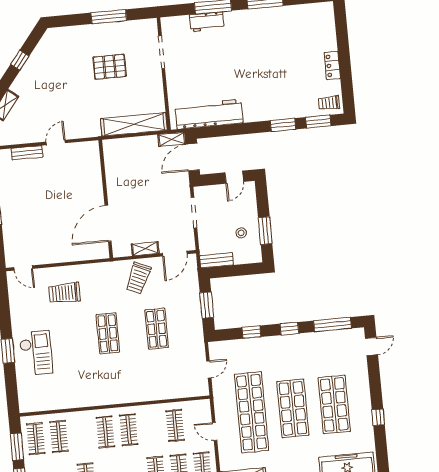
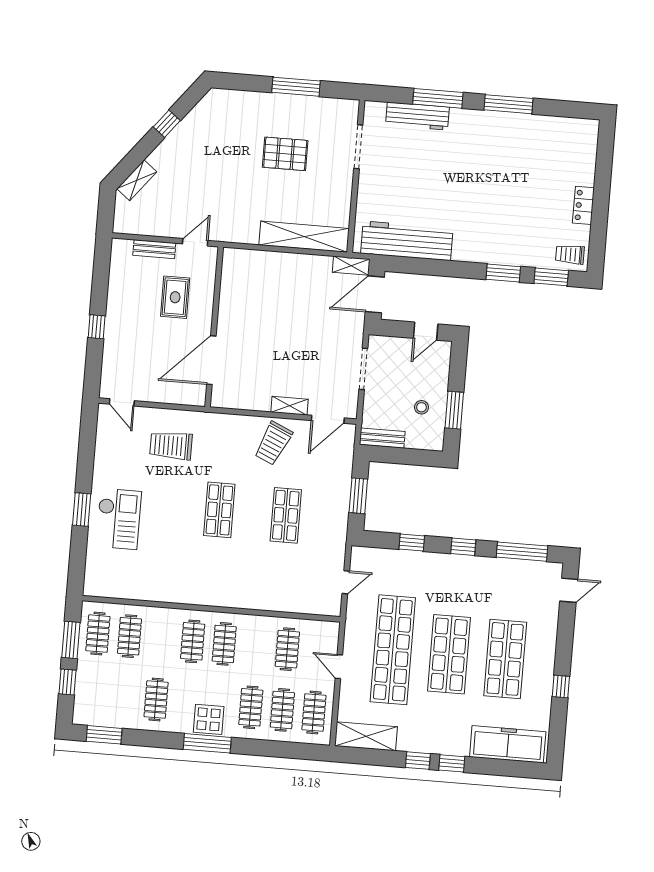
workbench: (207, 22) -> (417, 116), width x1.38
rug: (48, 185) -> (175, 297), added
wall: (106, 199) -> (214, 327), moved
door: (108, 223) -> (211, 360), moved

